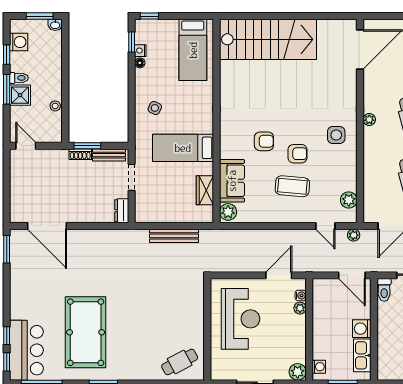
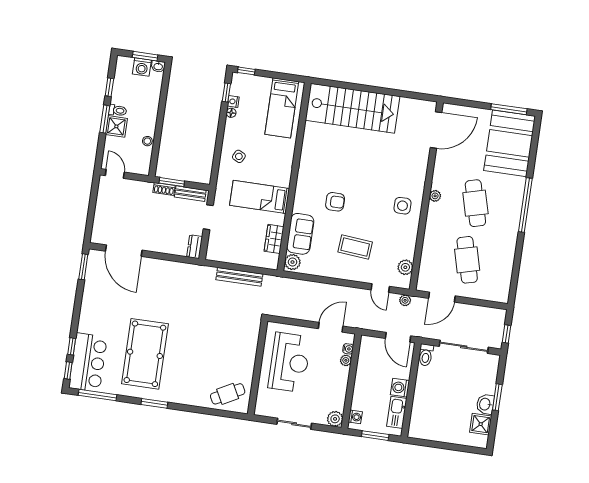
washing machine: (19, 42) -> (142, 67), moved, turned 90
armchair: (297, 154) -> (364, 218), removed

